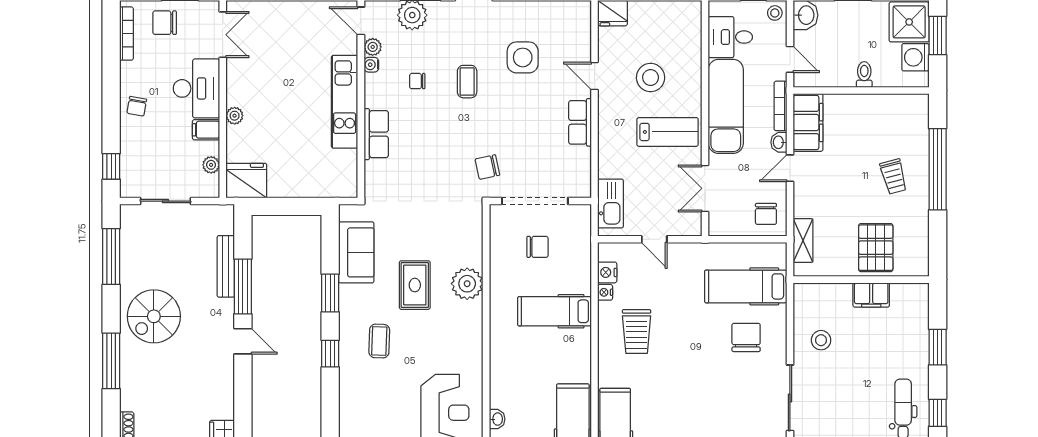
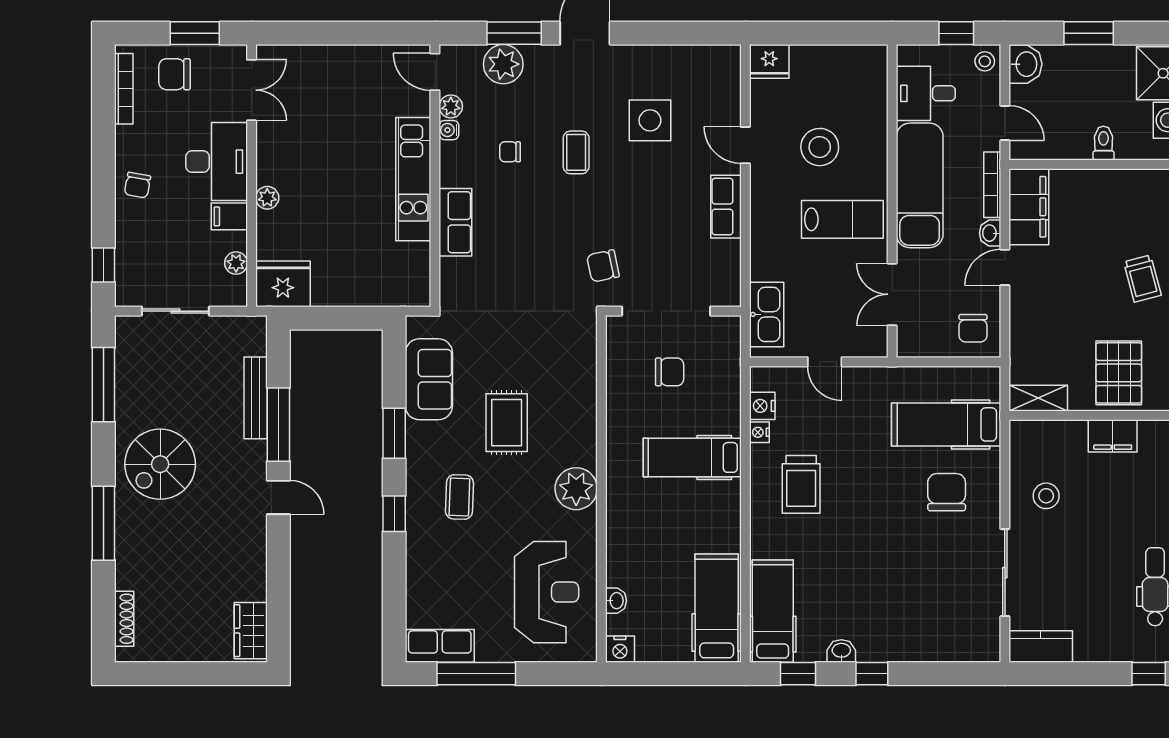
shelving: (803, 241) -> (1038, 398), moved, turned 90
plant: (467, 284) -> (576, 489), moved

